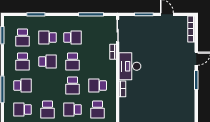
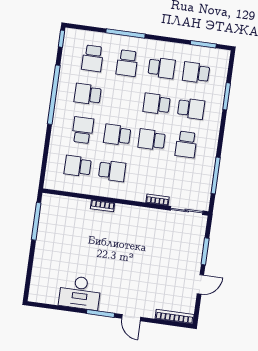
school desk: (48, 37) -> (191, 109), turned 90
school desk: (22, 61) -> (162, 68), turned 180
school desk: (48, 61) -> (157, 104), turned 90
desk: (130, 66) -> (80, 293), moved, turned 180
school desk: (98, 86) -> (112, 171), turned 90
school desk: (22, 110) -> (93, 58), turned 180

